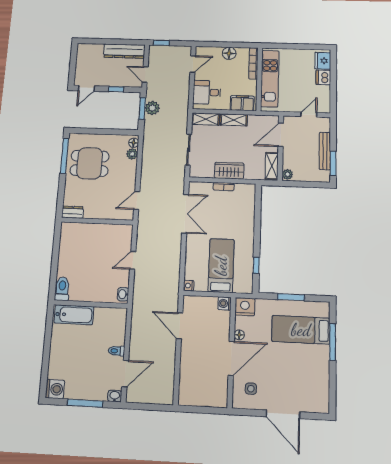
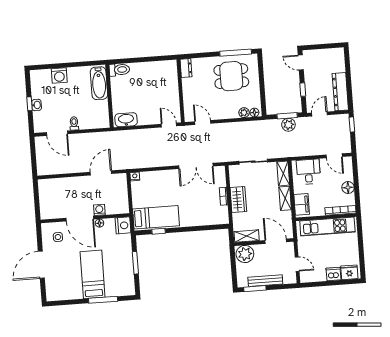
dining table: (90, 163) -> (231, 76), turned 90
plant: (287, 174) -> (245, 254), width x1.88, depth x1.88
door: (133, 260) -> (169, 125), moved
bed: (221, 266) -> (156, 217), moved
washbasin: (123, 294) -> (126, 120), width x1.91, depth x1.45
washing machine: (225, 303) -> (99, 210), moved
bed: (301, 330) -> (93, 274), moved
washing machine: (55, 389) -> (59, 75), moved
washbasin: (115, 396) -> (37, 105), moved
window: (85, 403) -> (30, 104), width x0.46

